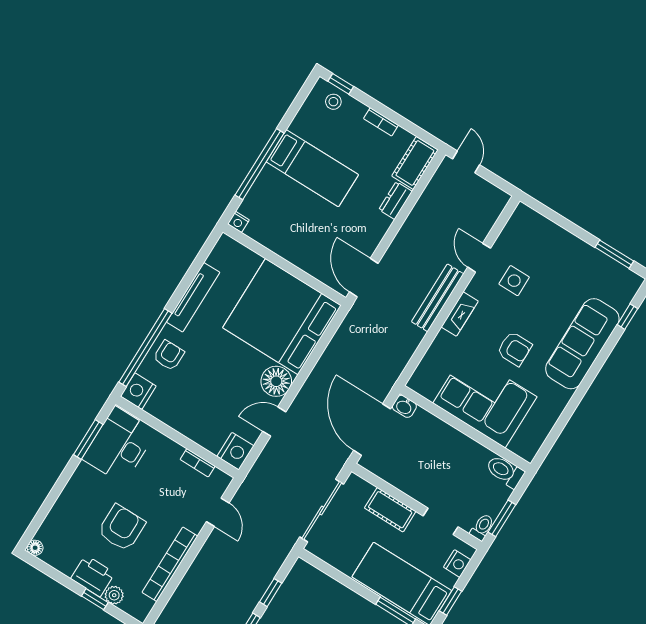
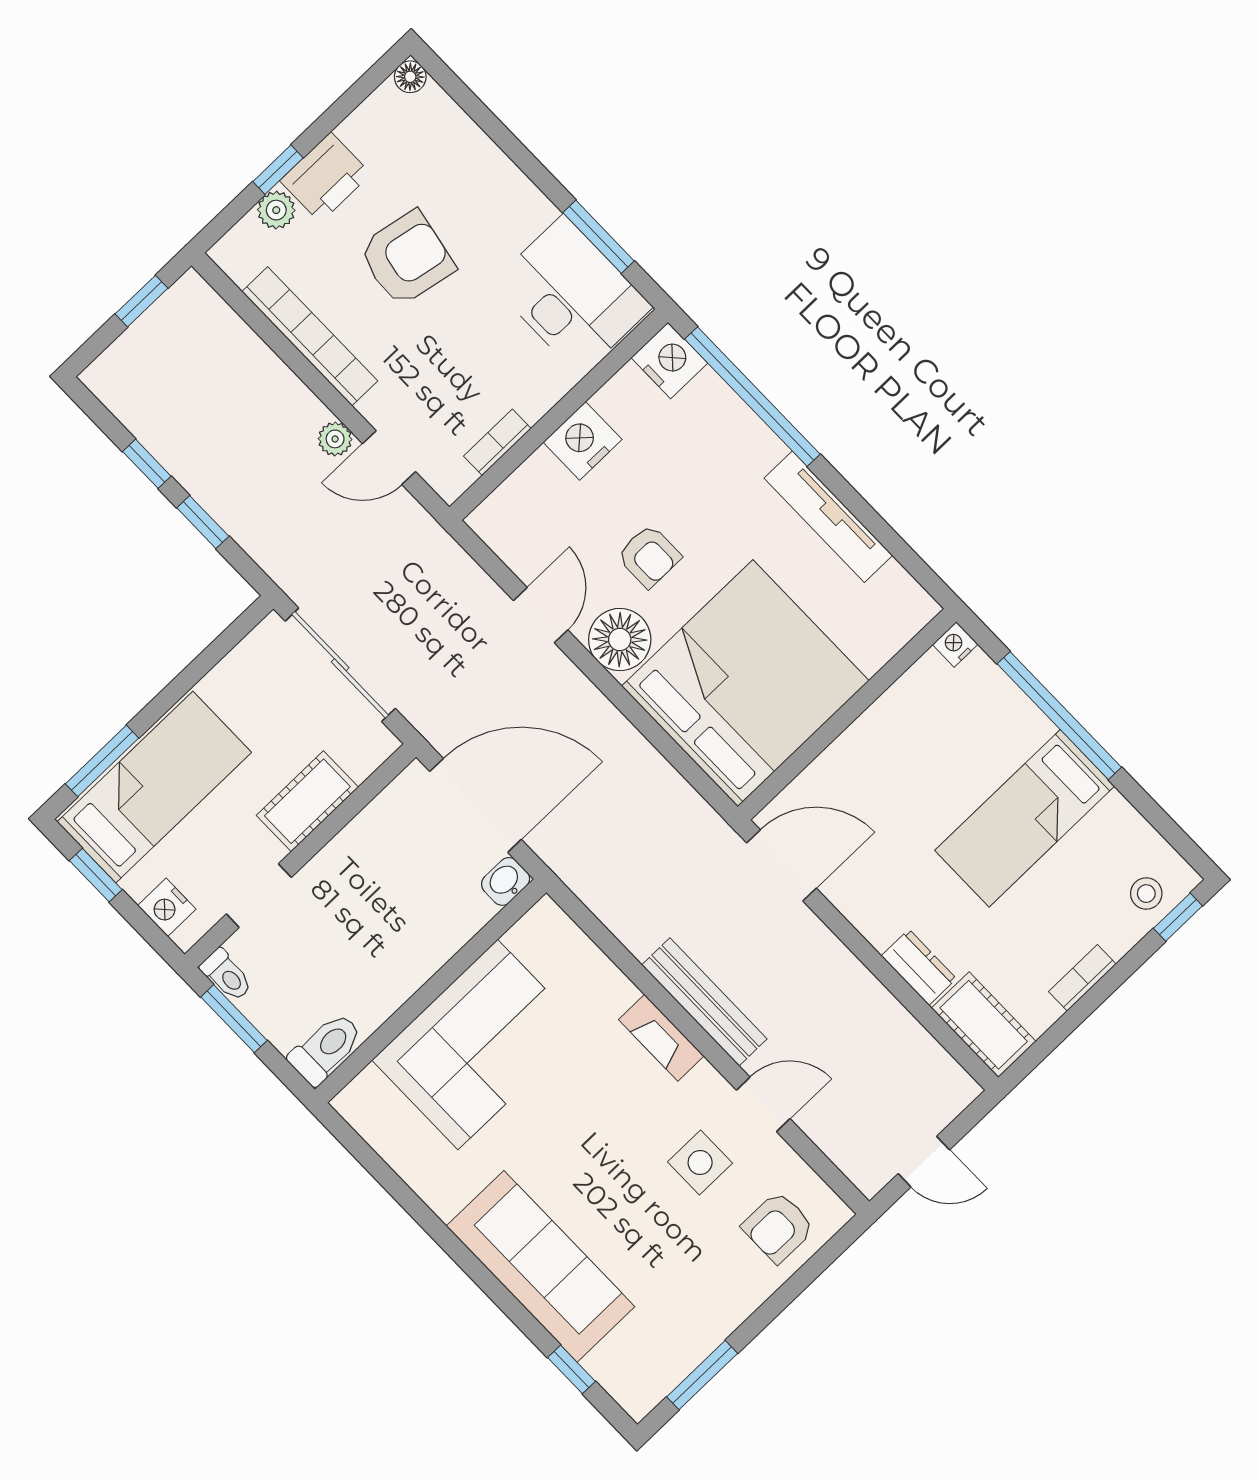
door: (466, 162) -> (924, 1162), moved
armchair: (514, 349) -> (778, 1227), moved
armchair: (169, 355) -> (649, 556), moved
nightstand: (235, 451) -> (583, 441), moved, turned 90
armchair: (121, 528) -> (407, 258), turned -79
plant: (215, 540) -> (335, 439), added

